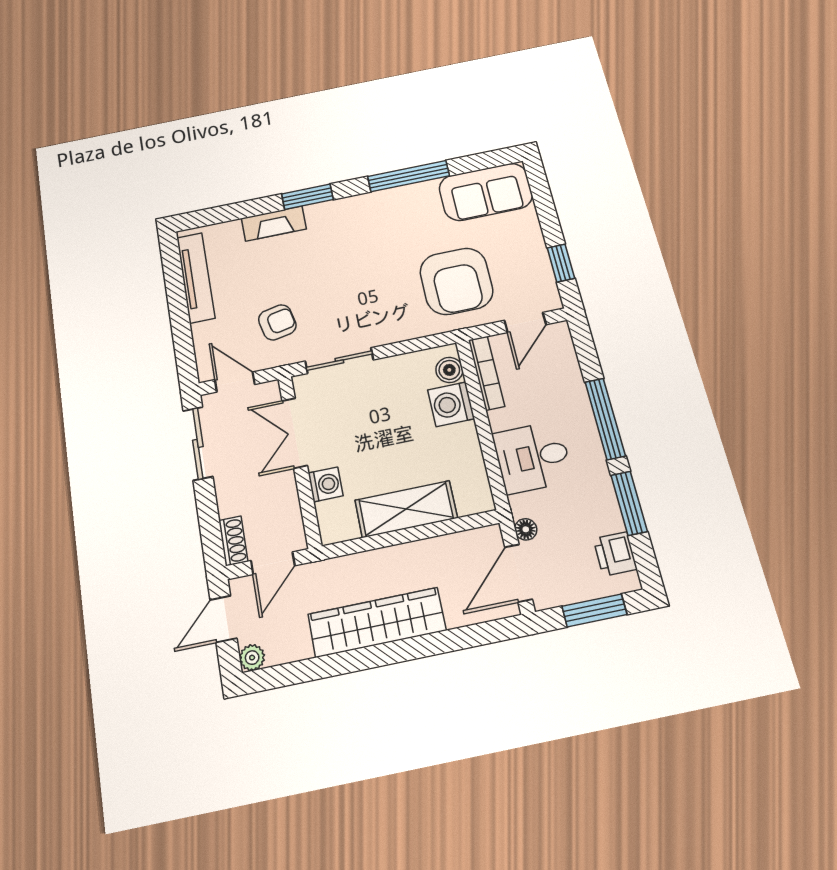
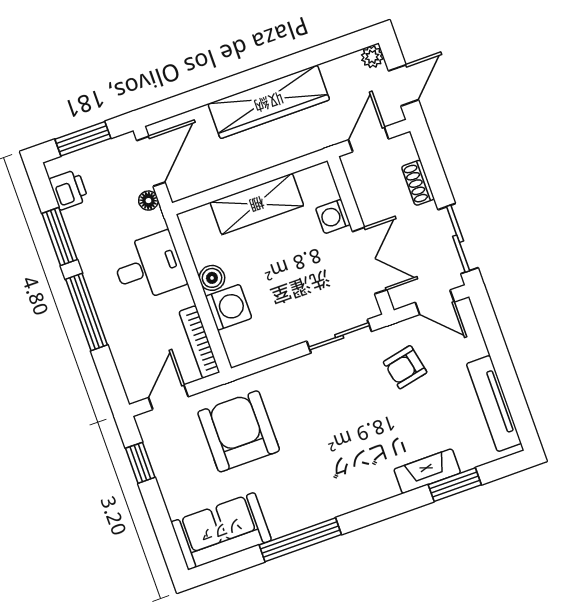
window: (307, 197) -> (455, 485), moved
boiler: (449, 370) -> (212, 278), moved
shoe rack: (233, 541) -> (418, 183), moved

